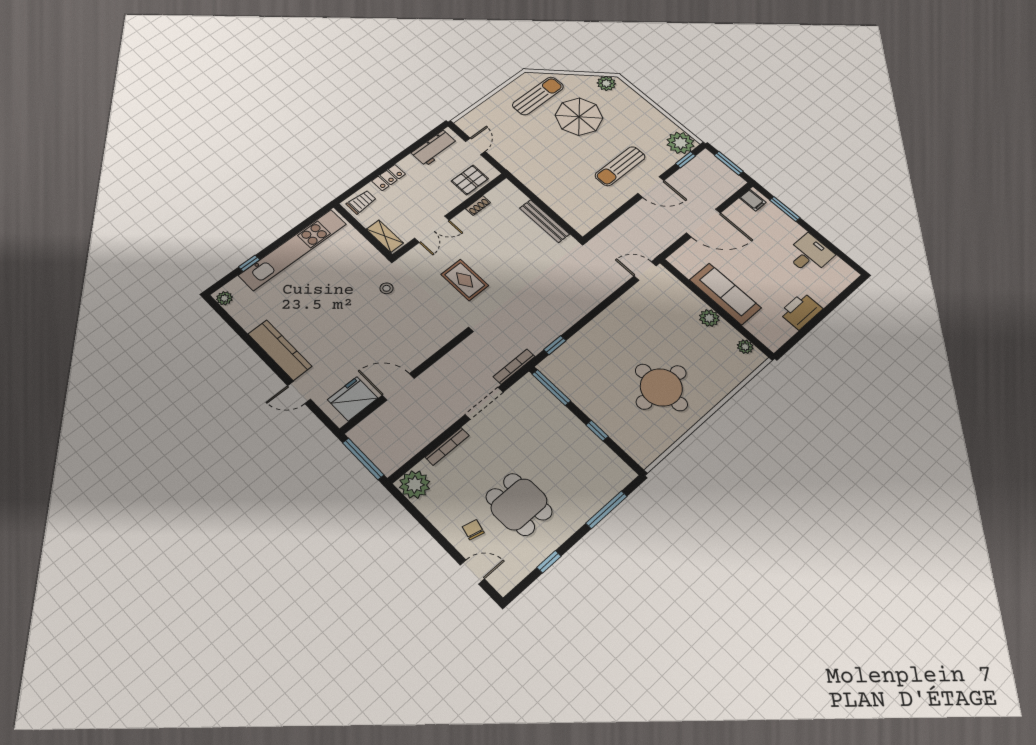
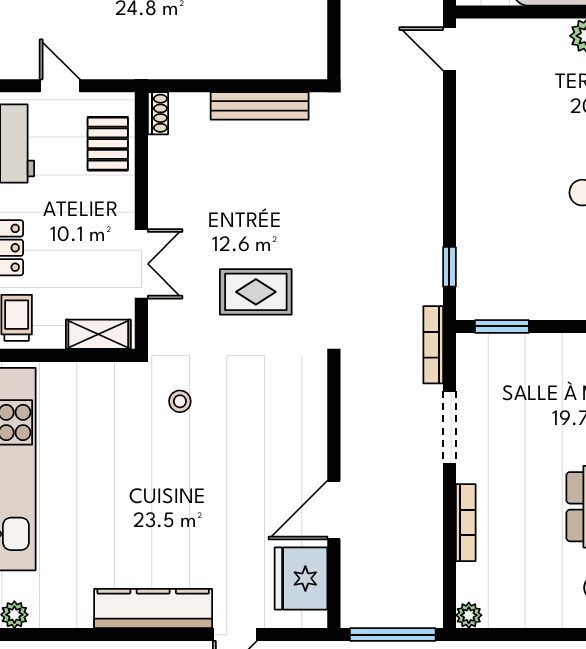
shoe rack: (478, 206) -> (158, 113), moved
door: (645, 271) -> (449, 49), hinge flipped
window: (551, 387) -> (502, 326), width x0.69
plant: (415, 485) -> (469, 615), width x0.53, depth x0.53

